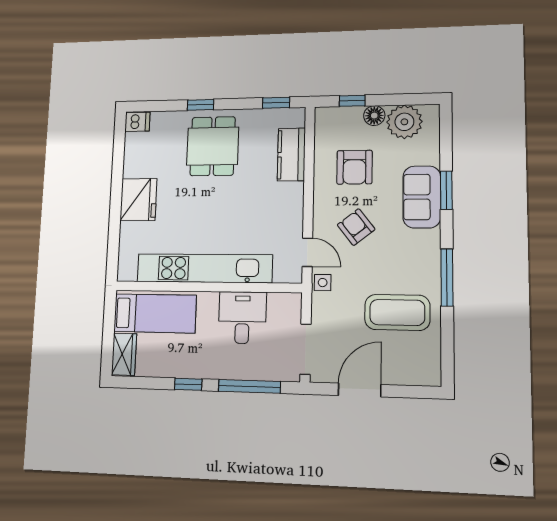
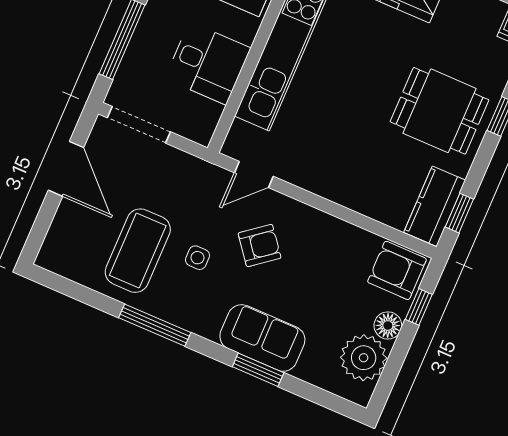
kitchen counter: (291, 155) -> (435, 206), moved, turned -90
armchair: (354, 167) -> (397, 270), moved
side table: (323, 283) -> (197, 258), moved

